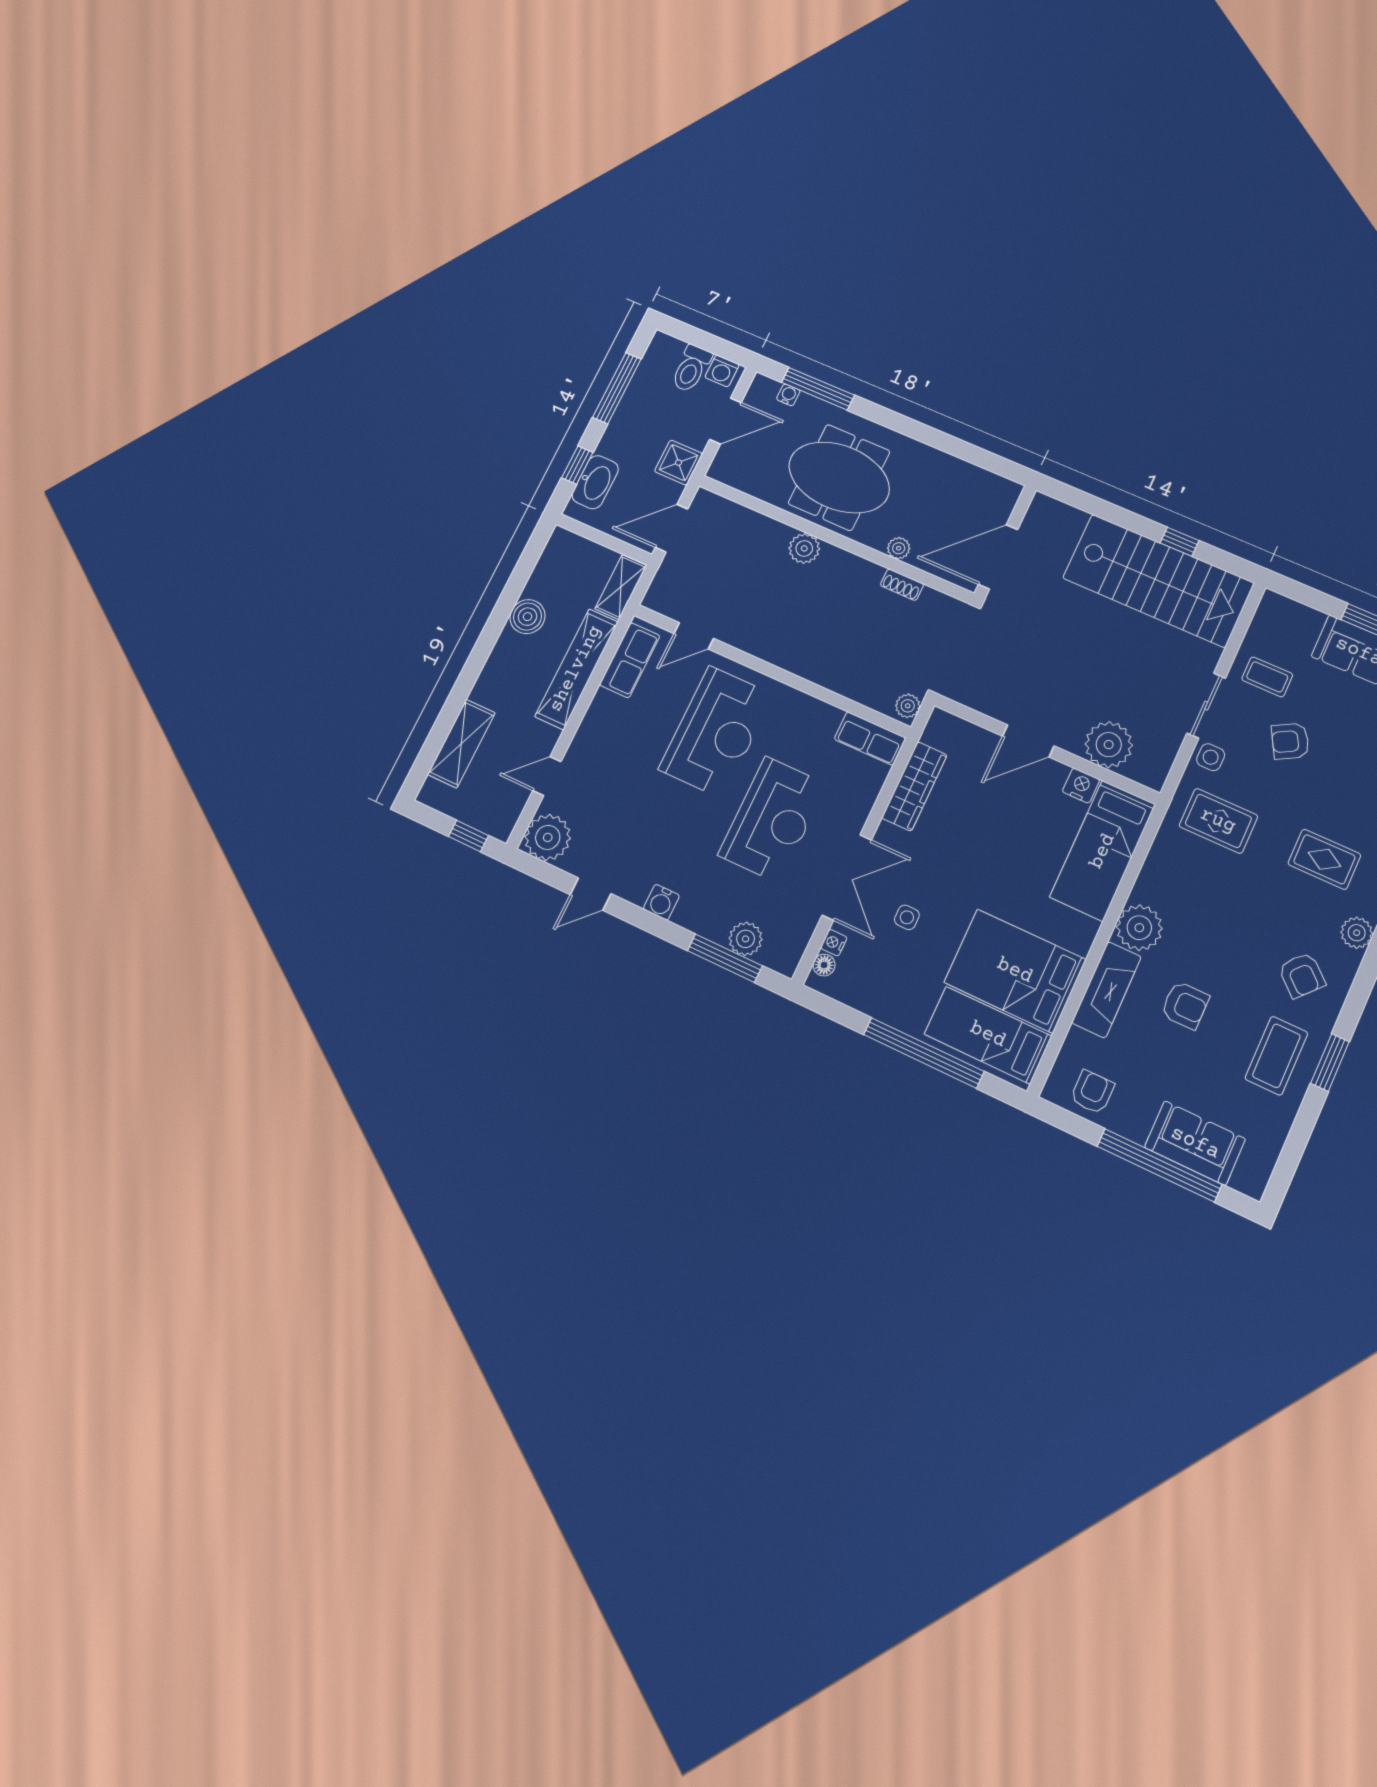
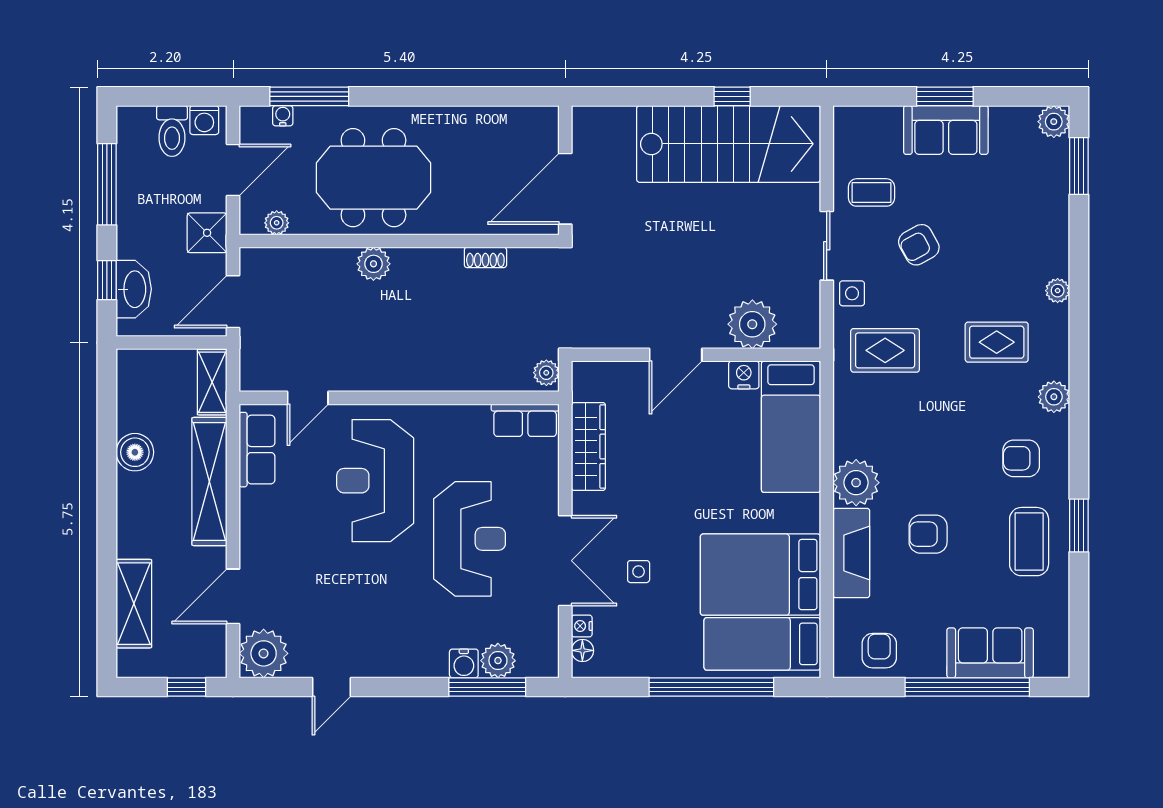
plant: (899, 548) -> (277, 223), moved
reception desk: (716, 732) -> (375, 481), turned 180
door: (547, 776) -> (233, 596), width x1.38
water cooler: (661, 902) -> (464, 663), moved
armchair: (1302, 975) -> (1021, 458), turned 138
armchair: (1185, 1005) -> (928, 534), turned 180

